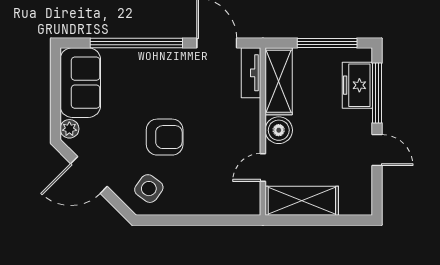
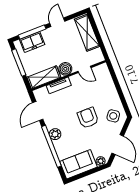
plant: (158, 60) -> (55, 134), added
tv unit: (251, 73) -> (59, 85), moved
shelving: (302, 201) -> (87, 33), moved

